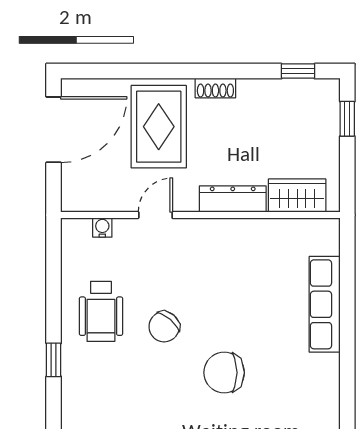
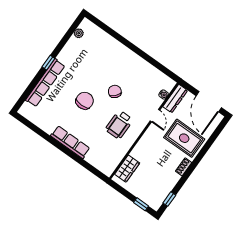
dresser: (233, 199) -> (175, 99), moved
row of seats: (325, 304) -> (70, 142), moved
wheelchair: (101, 311) -> (119, 125), moved, turned -90
window: (54, 360) -> (130, 46), removed

